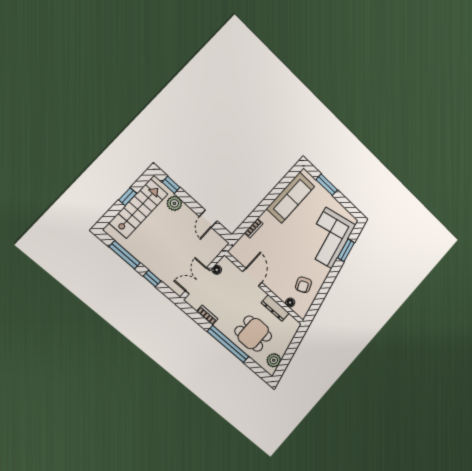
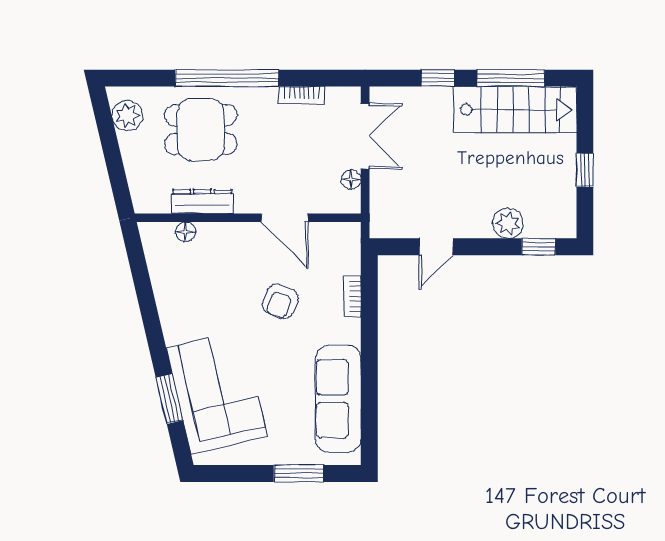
stairs: (138, 209) -> (515, 110), moved, turned -90
door: (208, 219) -> (436, 247), swing flipped
armchair: (303, 285) -> (280, 301), moved, turned -135

